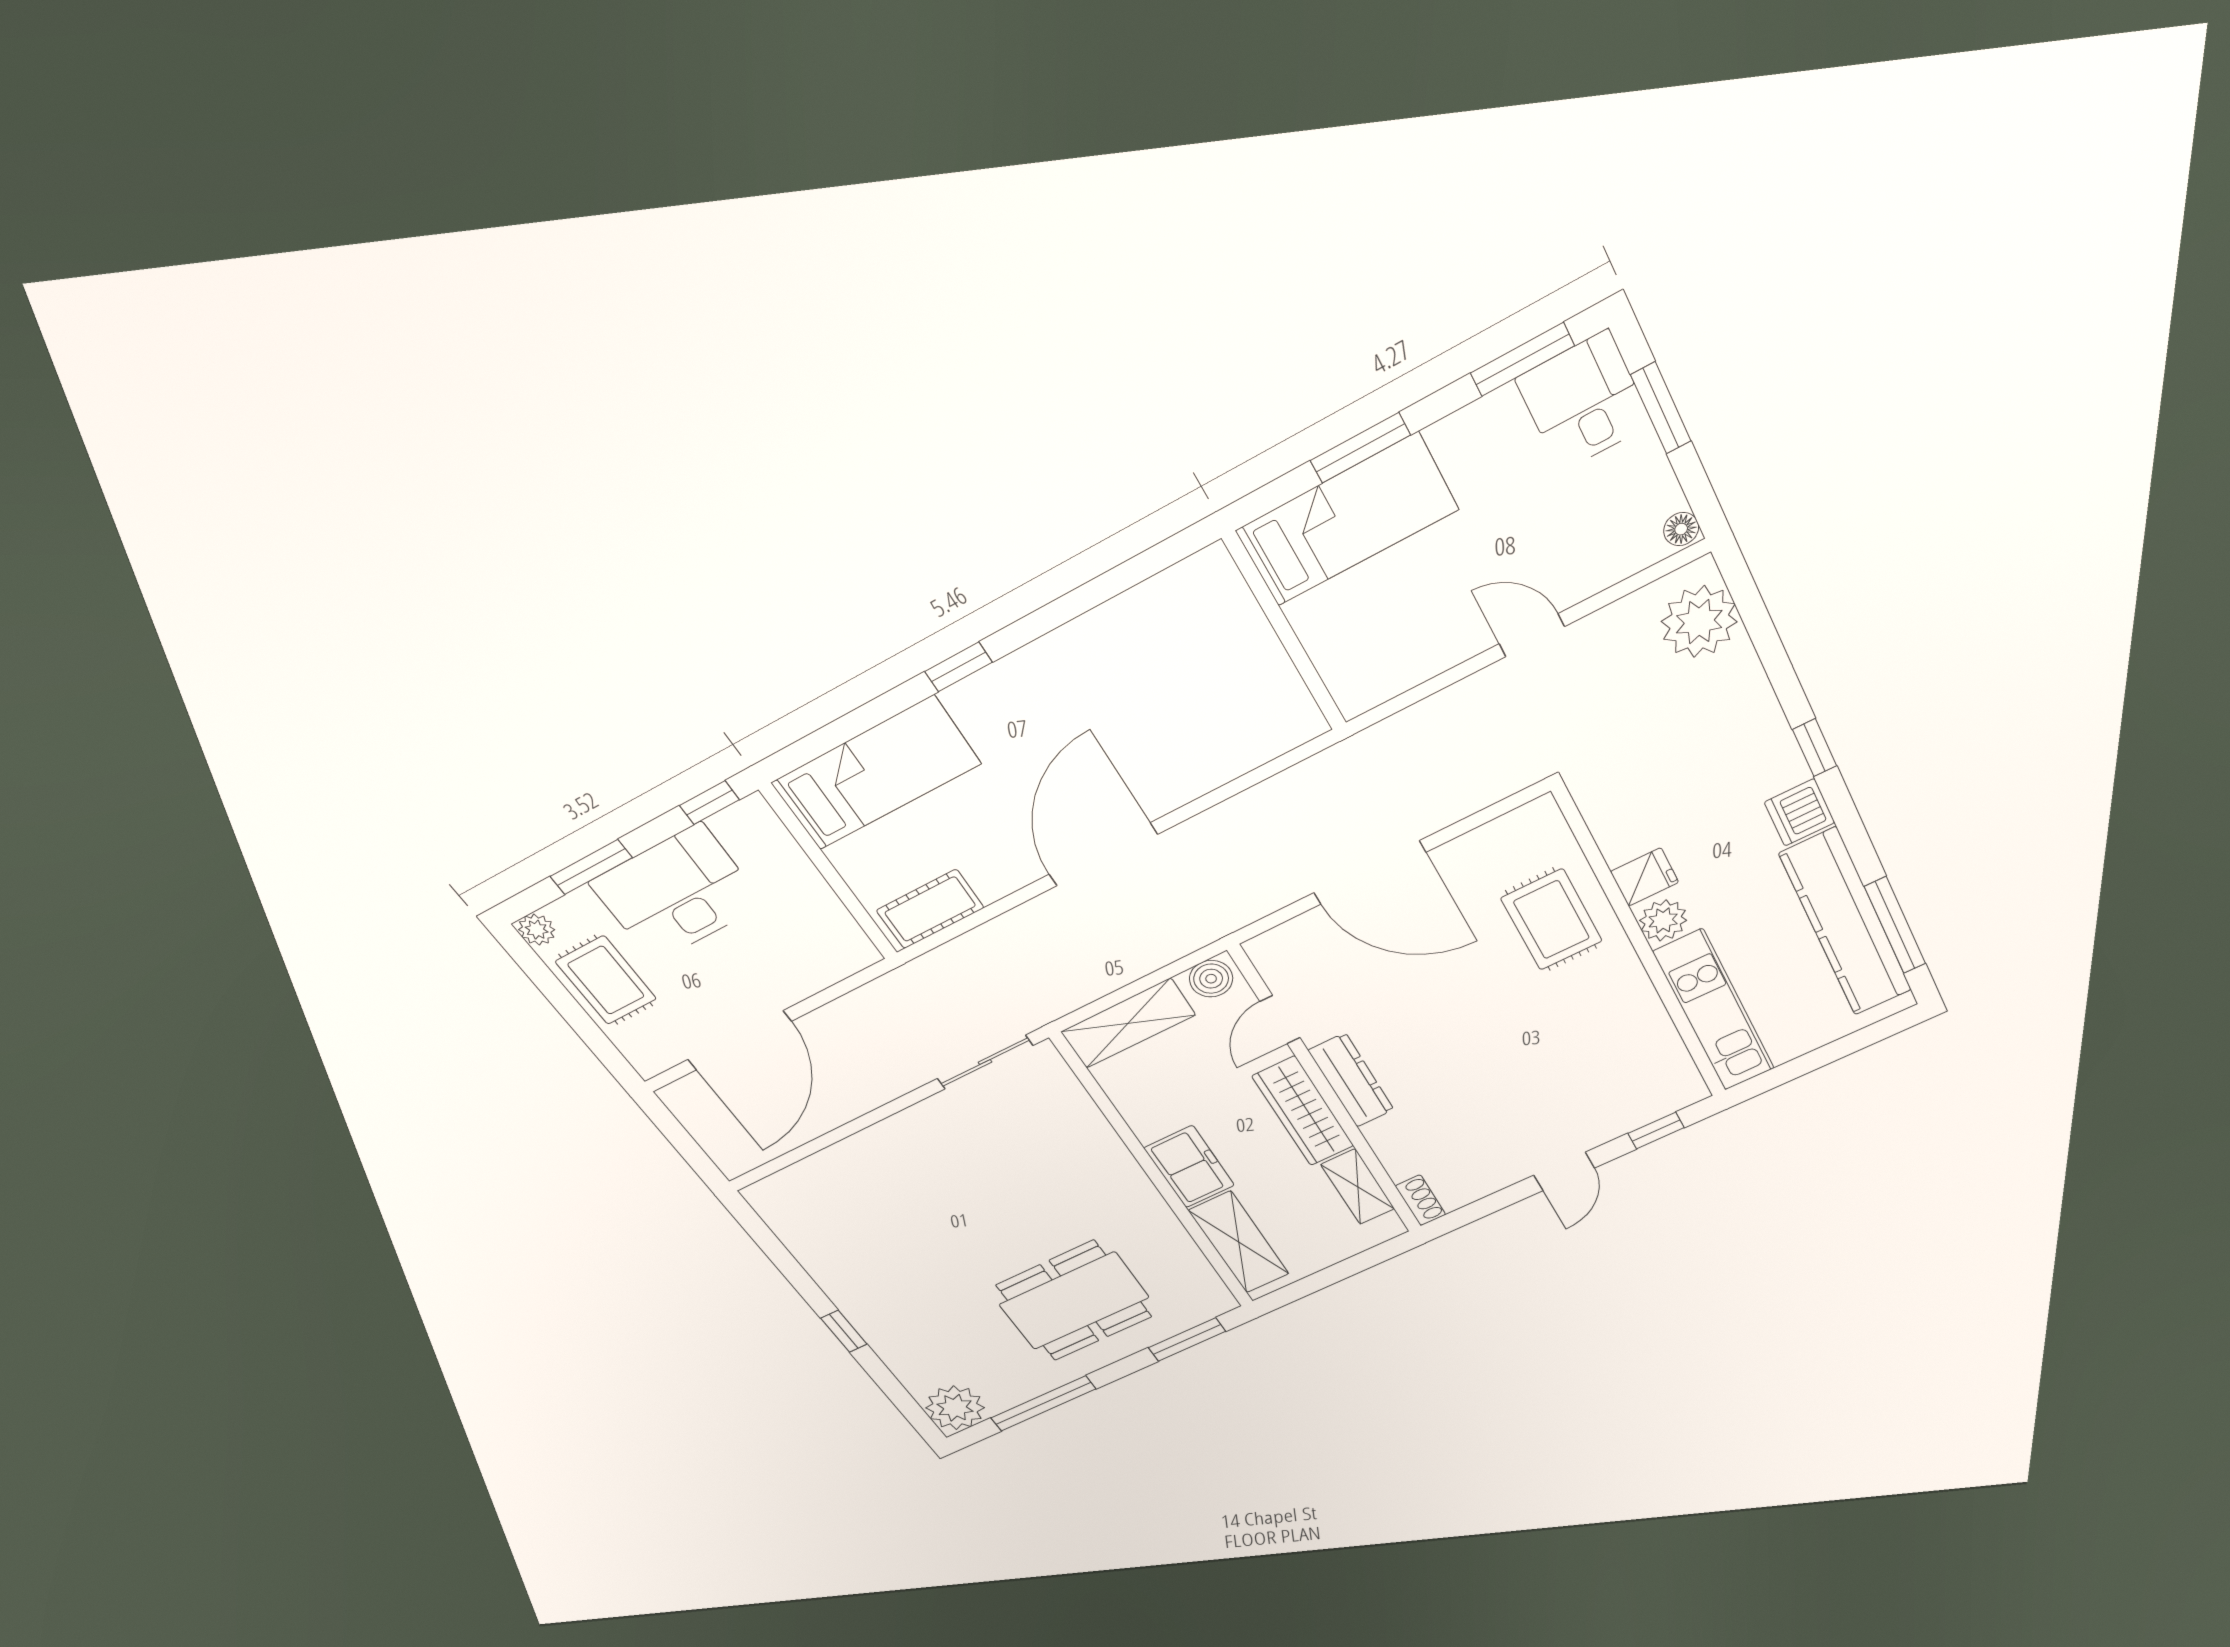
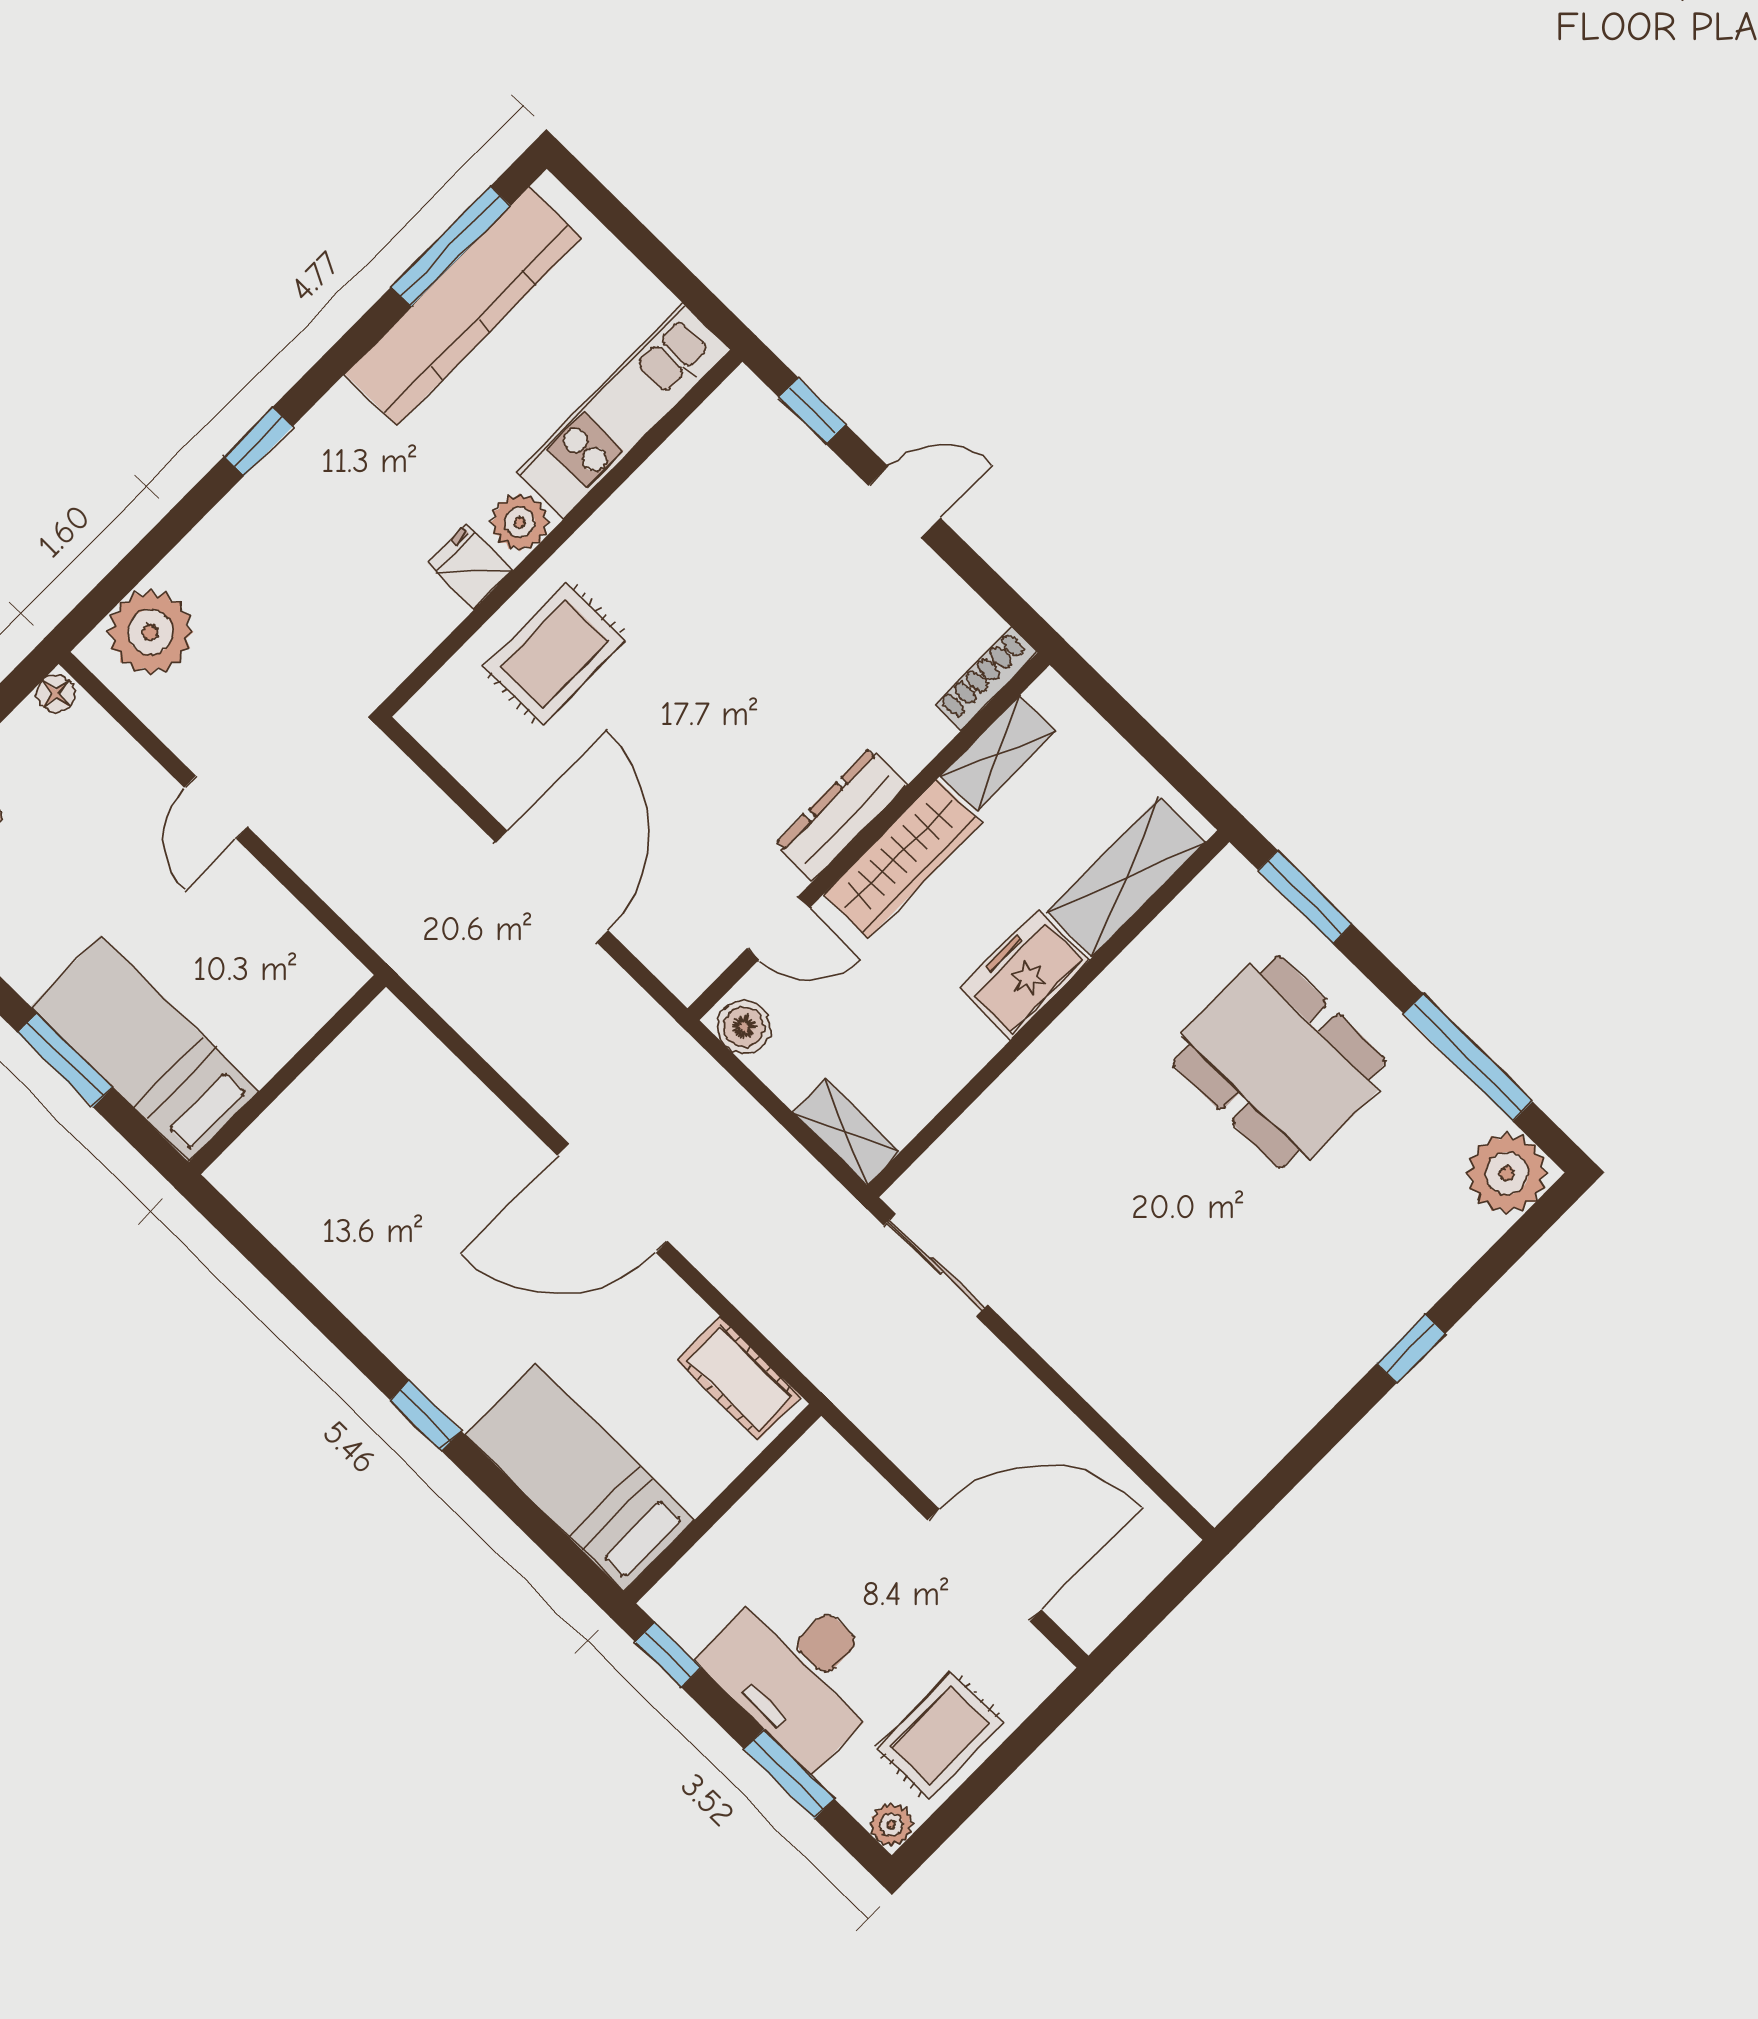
dishwasher: (1800, 812) -> (340, 423), removed
shelving: (1128, 1023) -> (846, 1132), width x0.67, depth x0.75
shoe rack: (1420, 1200) -> (986, 679), width x1.43

